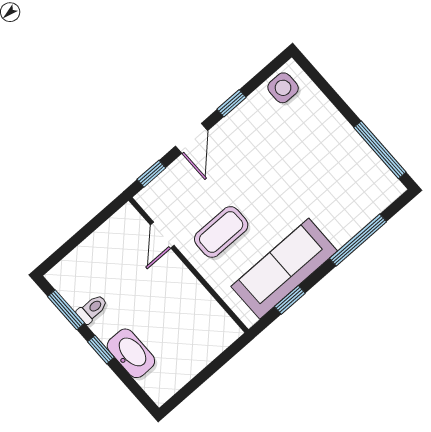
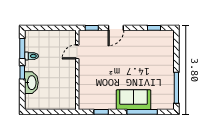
side table: (283, 88) -> (162, 38), removed
window: (231, 103) -> (154, 28), moved
coffee table: (221, 232) -> (98, 68), removed
sofa: (284, 269) -> (133, 100), moved, width x0.73

